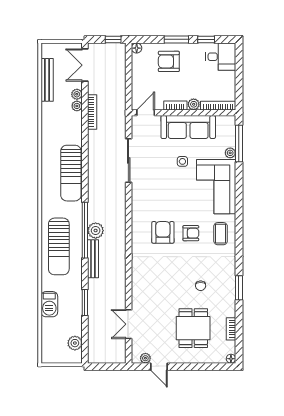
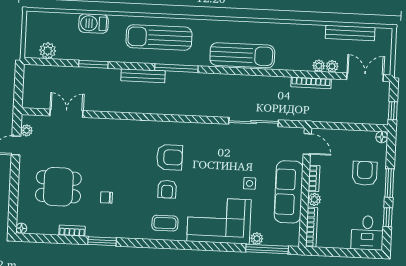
sun lounger: (71, 173) -> (242, 55), turned 180
window: (85, 230) -> (176, 68), width x0.68
plant: (96, 231) -> (175, 80), removed
bookcase: (231, 329) -> (72, 231), moved

